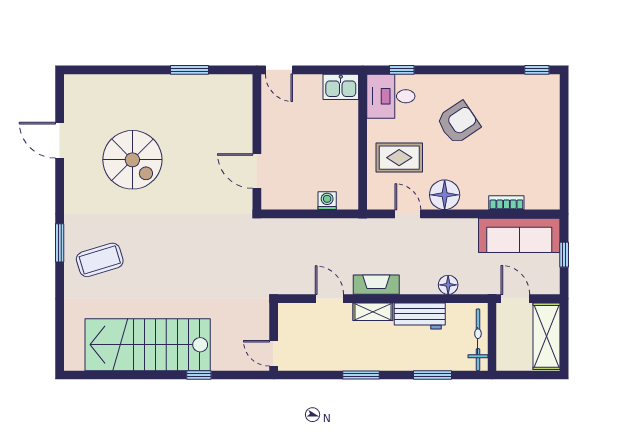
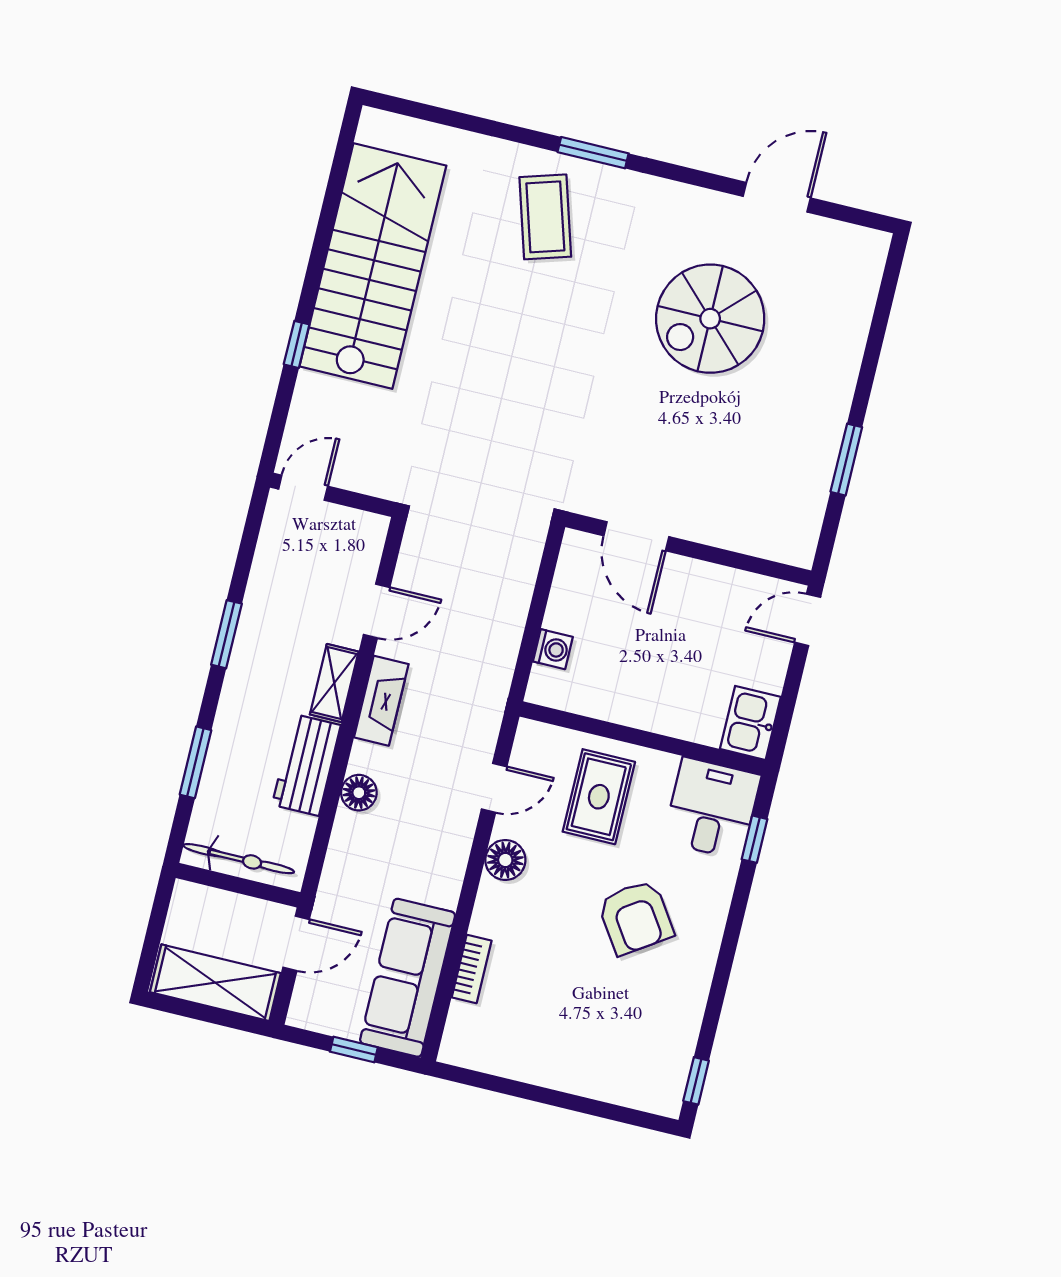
door: (257, 171) -> (636, 536), swing flipped
floor lamp: (445, 195) -> (505, 860), width x0.73, depth x0.73
floor lamp: (448, 285) -> (359, 793), moved

